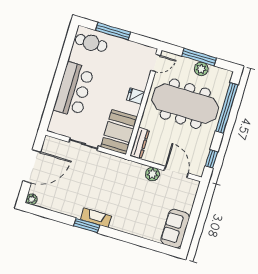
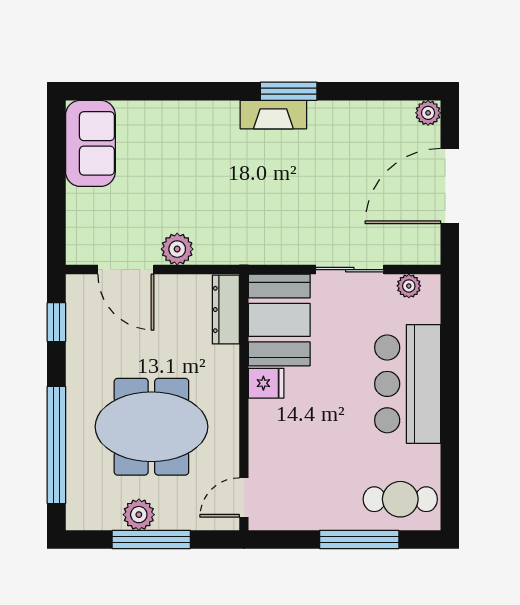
fridge: (136, 96) -> (266, 383), moved
meeting table: (185, 104) -> (151, 427), width x0.73
plant: (61, 130) -> (409, 286), added

